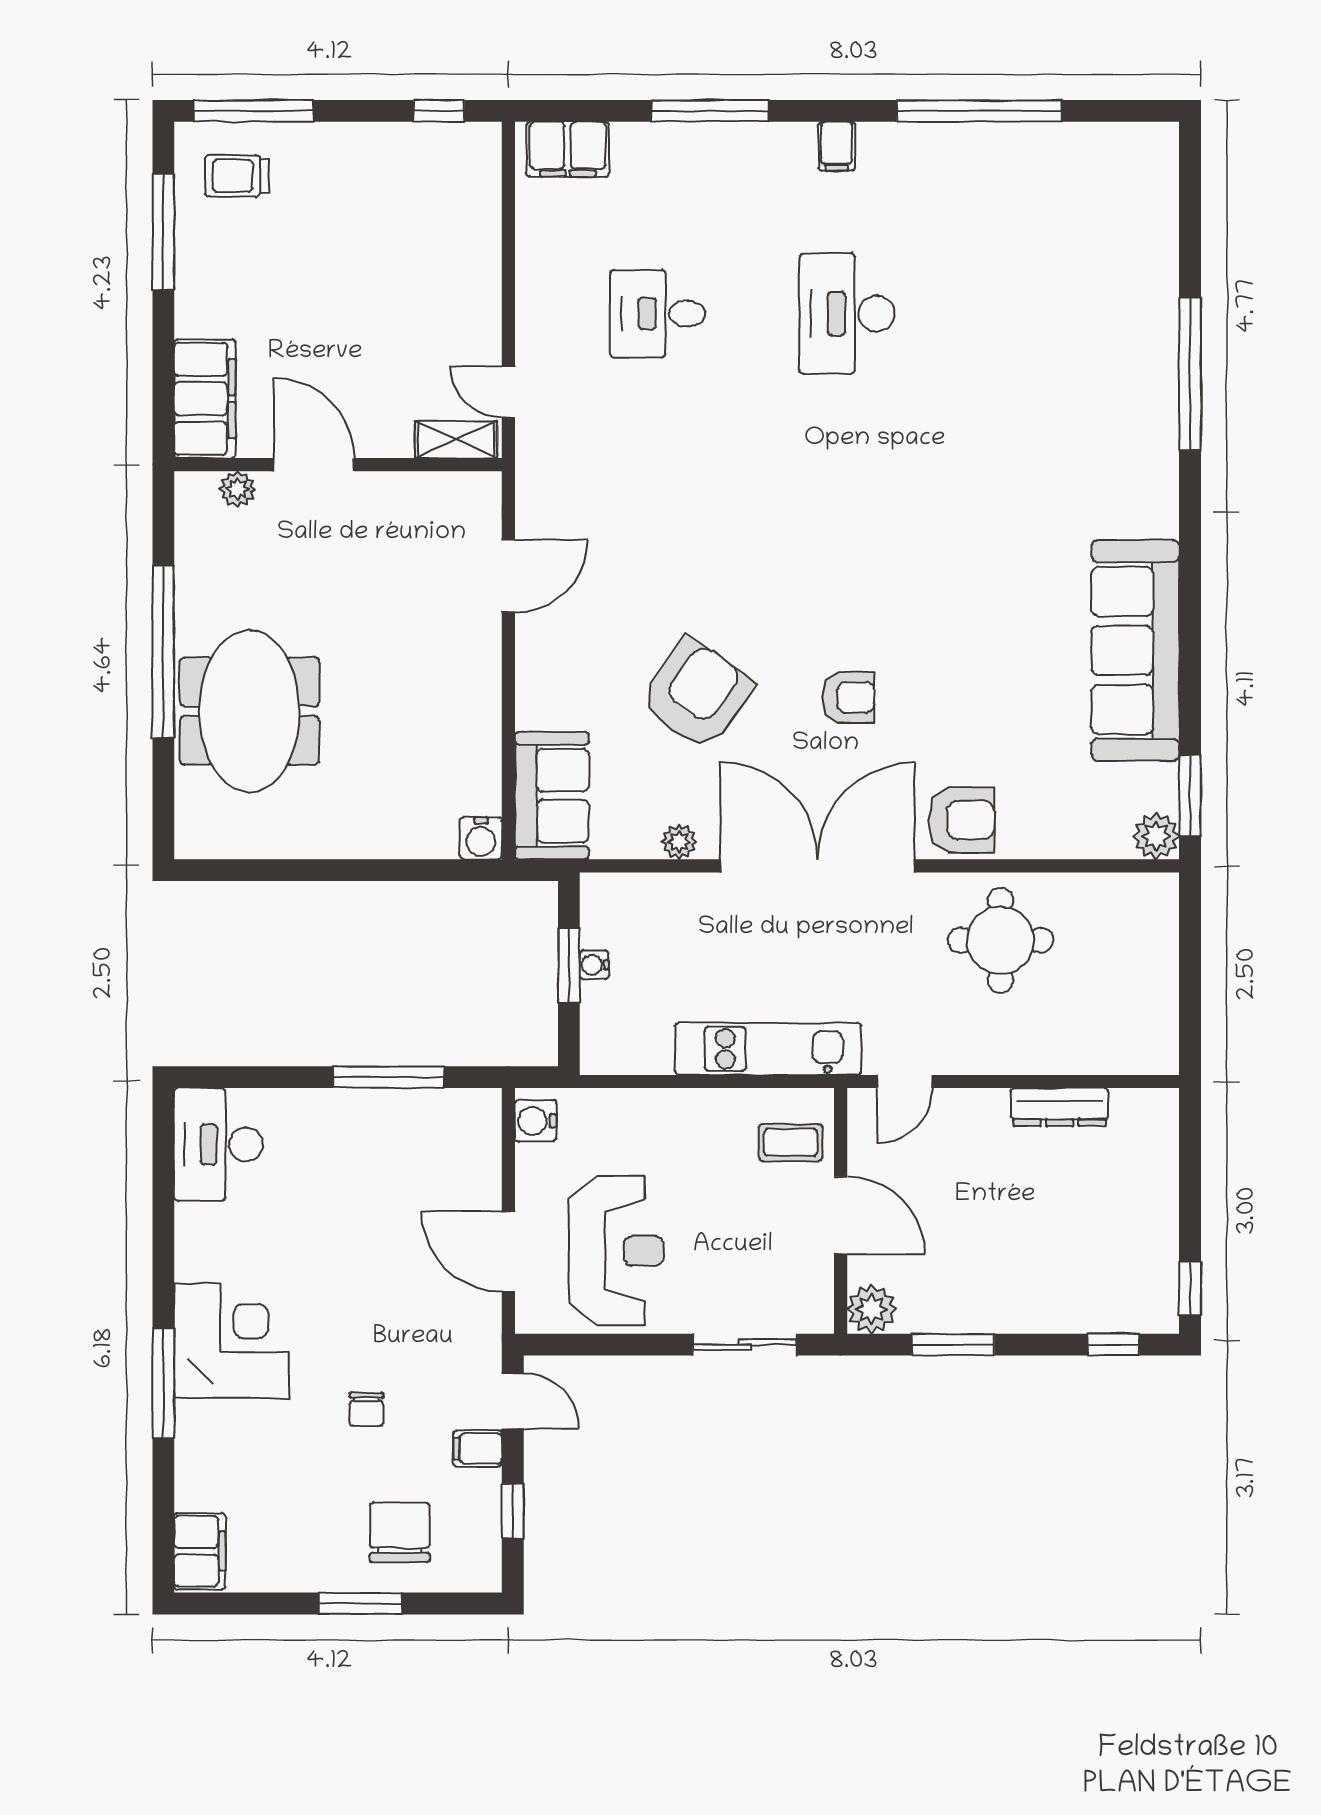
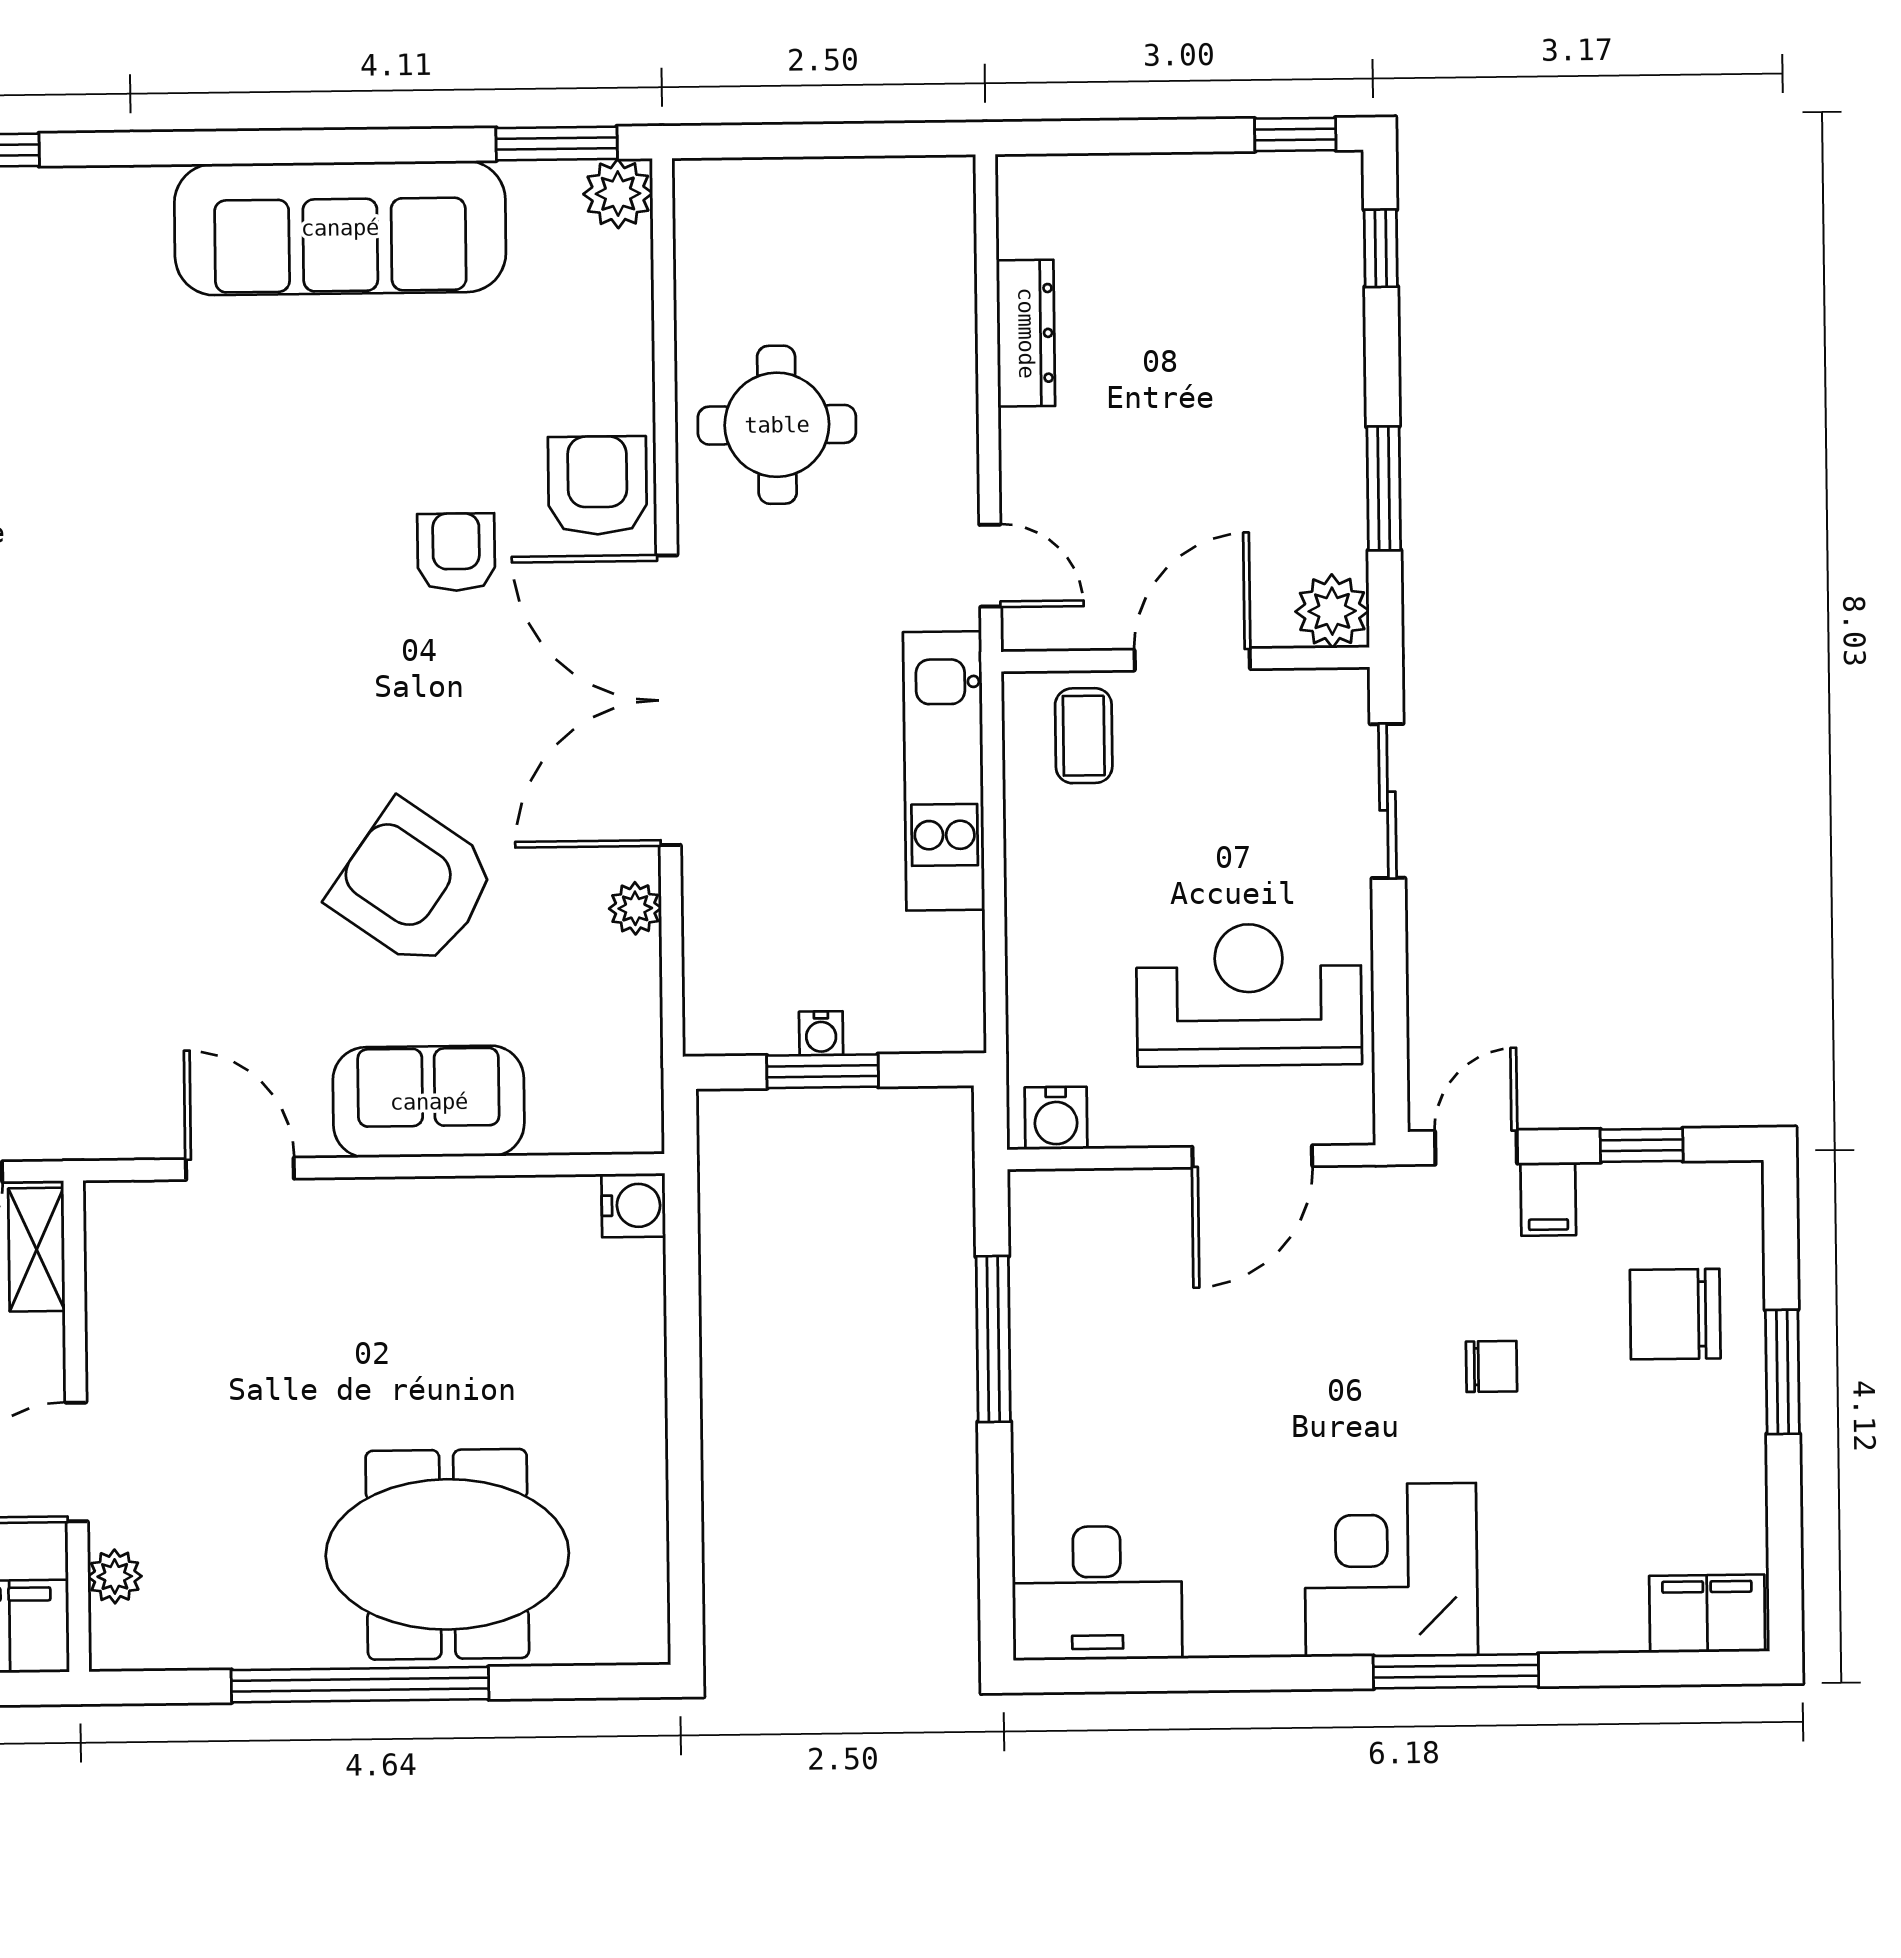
armchair: (849, 697) -> (456, 552), moved
sofa: (552, 796) -> (429, 1102), moved

